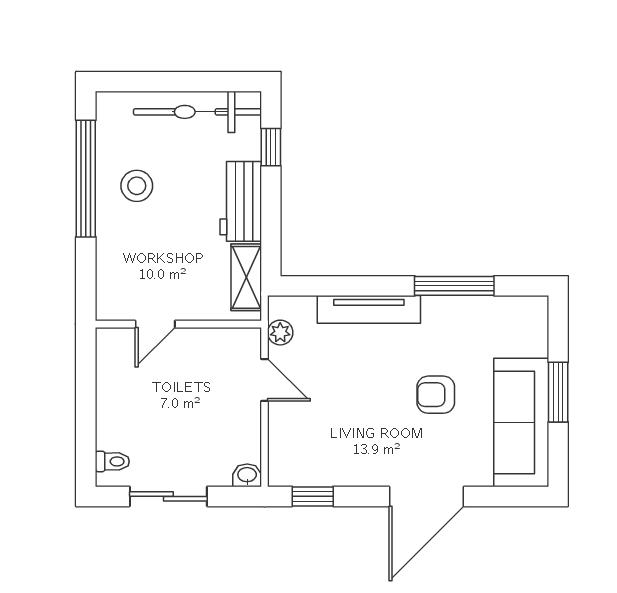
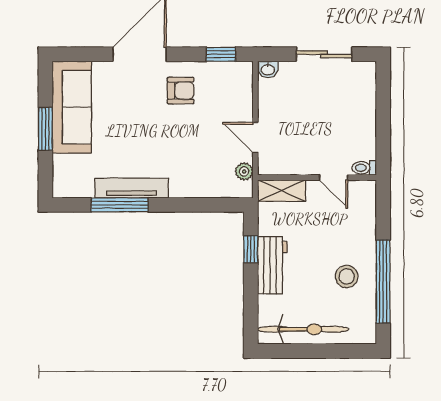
window: (271, 147) -> (251, 249), moved
shelving: (246, 277) -> (282, 191), moved, turned 90
tv unit: (369, 309) -> (132, 188), moved
door: (155, 324) -> (334, 178), swing flipped
armchair: (436, 395) -> (181, 91), moved
toilet: (112, 461) -> (364, 168), moved

